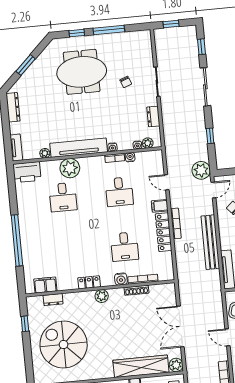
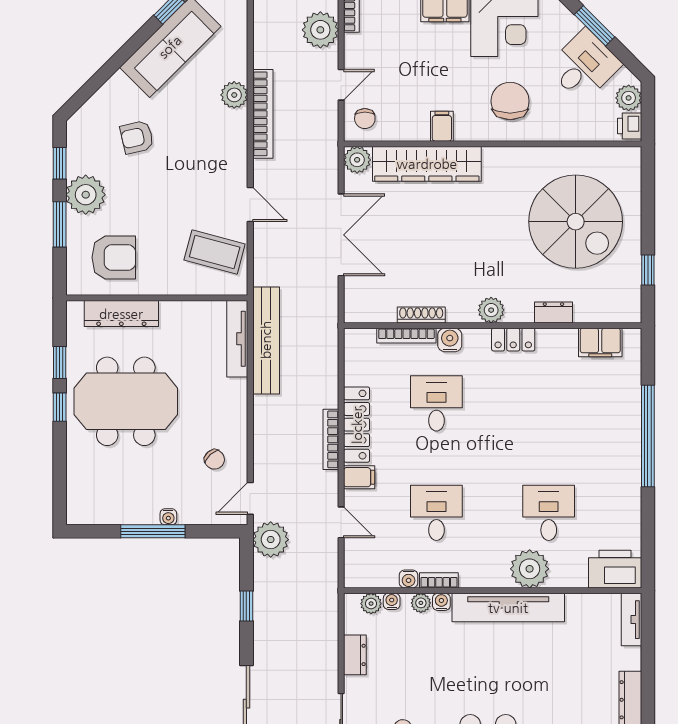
plant: (45, 153) -> (421, 603), moved
bench: (210, 242) -> (266, 340), moved
dresser: (53, 300) -> (553, 312), moved

